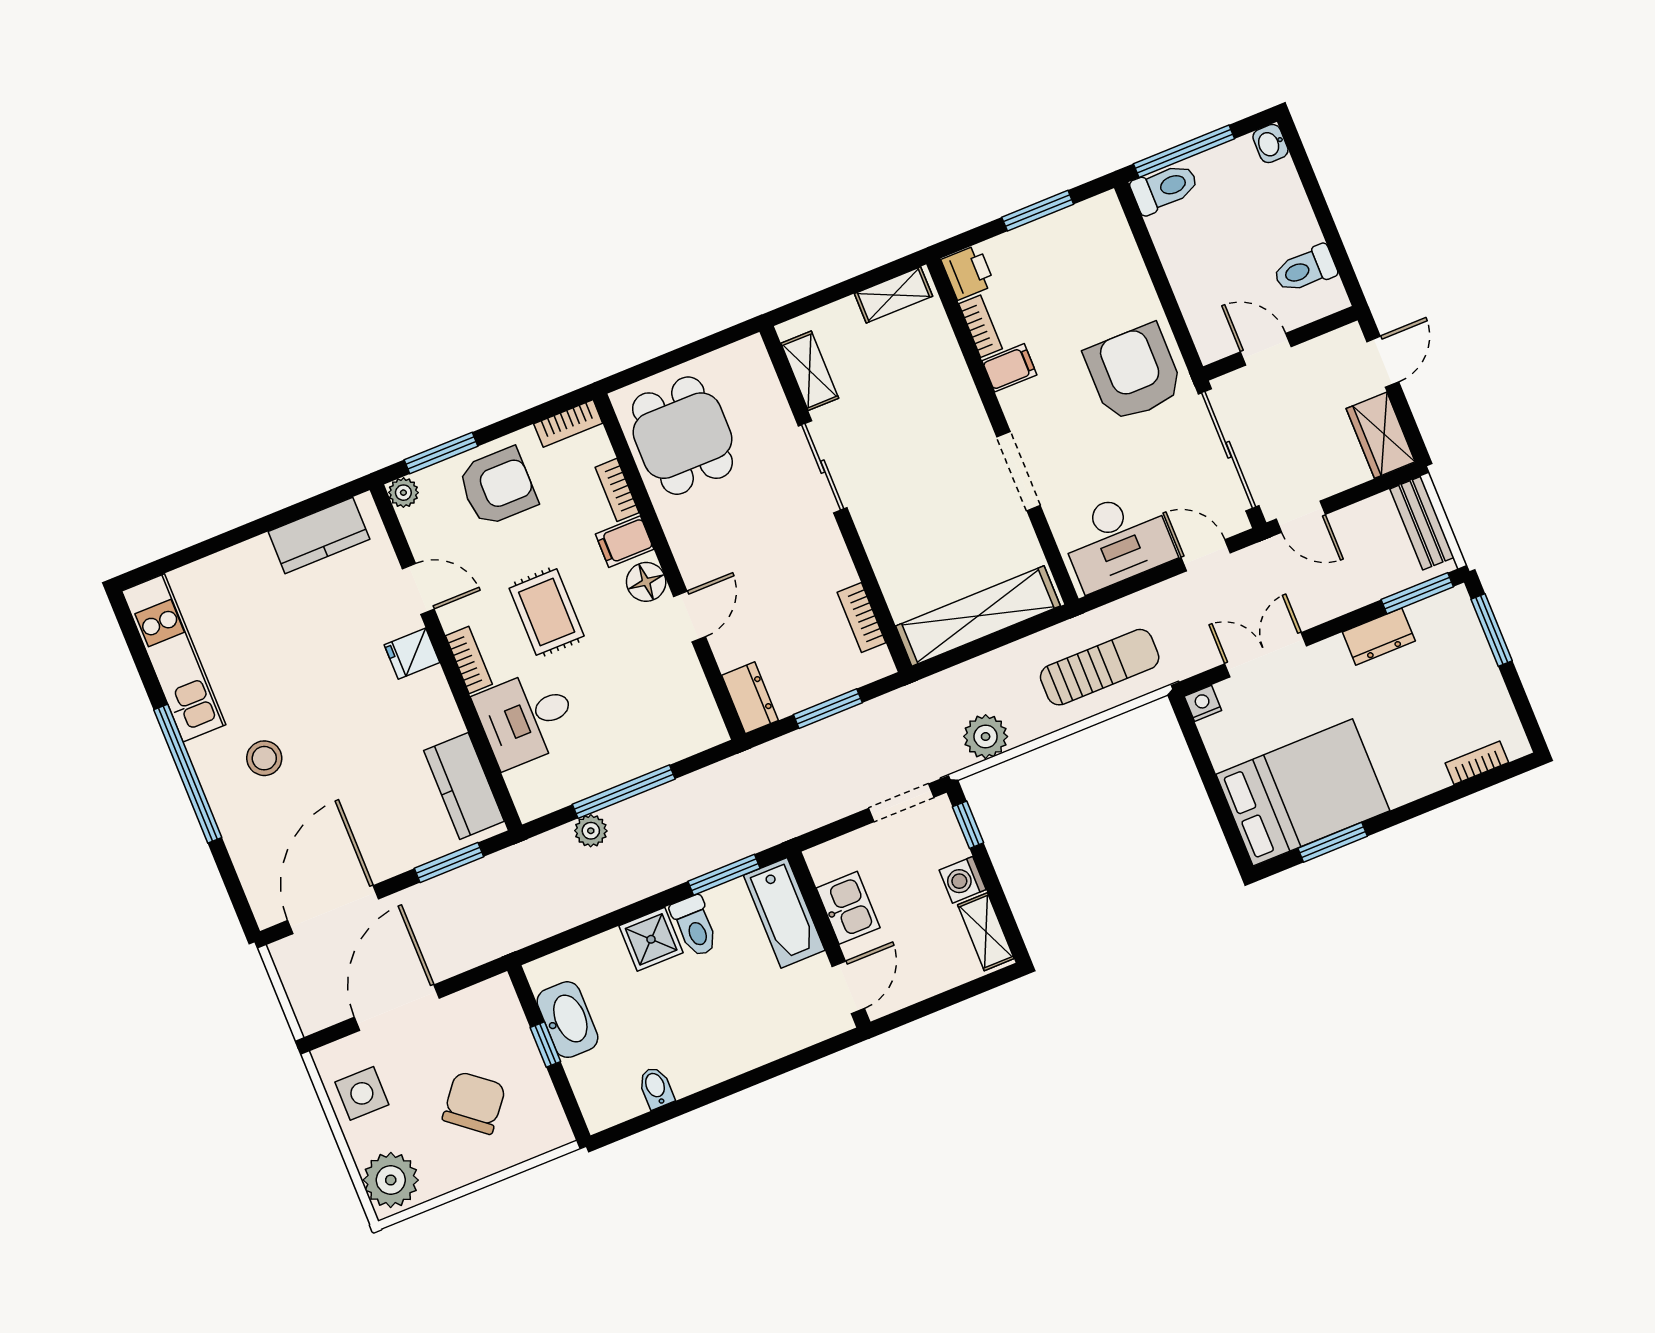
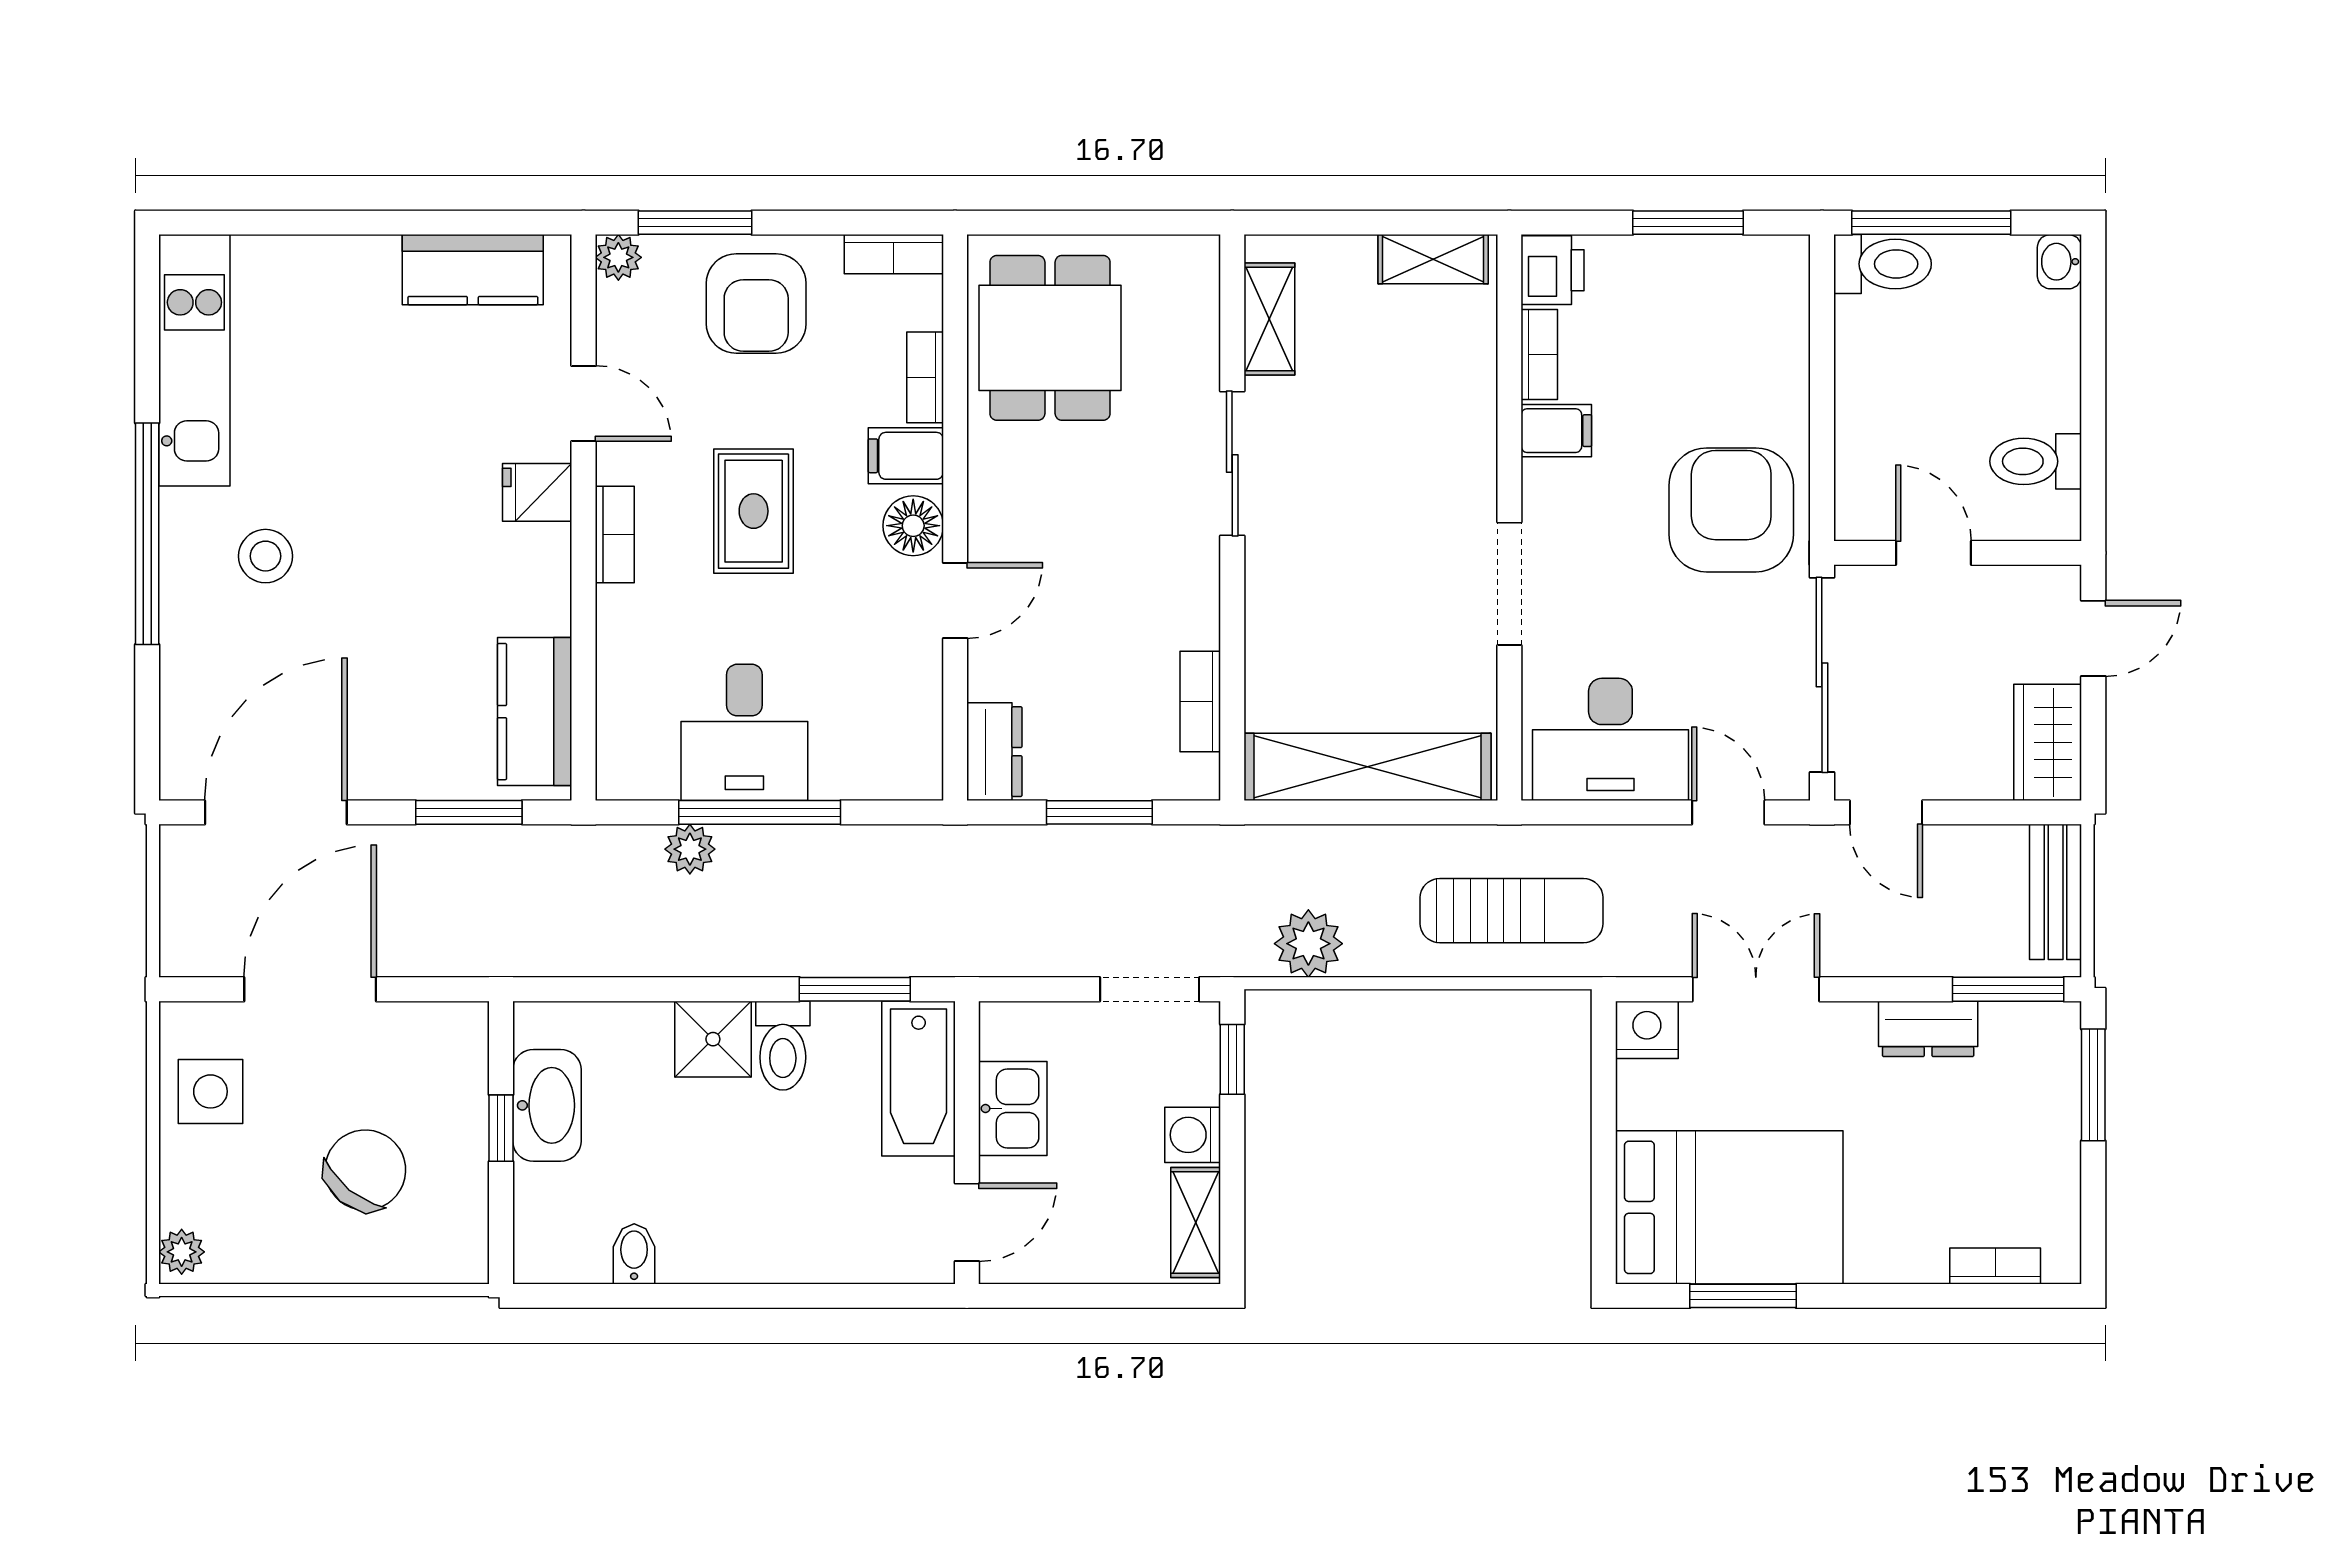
armchair: (498, 487) -> (756, 304), turned 90
nightstand: (1203, 703) -> (1647, 1030), width x1.39, depth x1.35
desk: (527, 718) -> (744, 732), moved, turned -90
plant: (391, 1180) -> (182, 1252), width x0.53, depth x0.53

